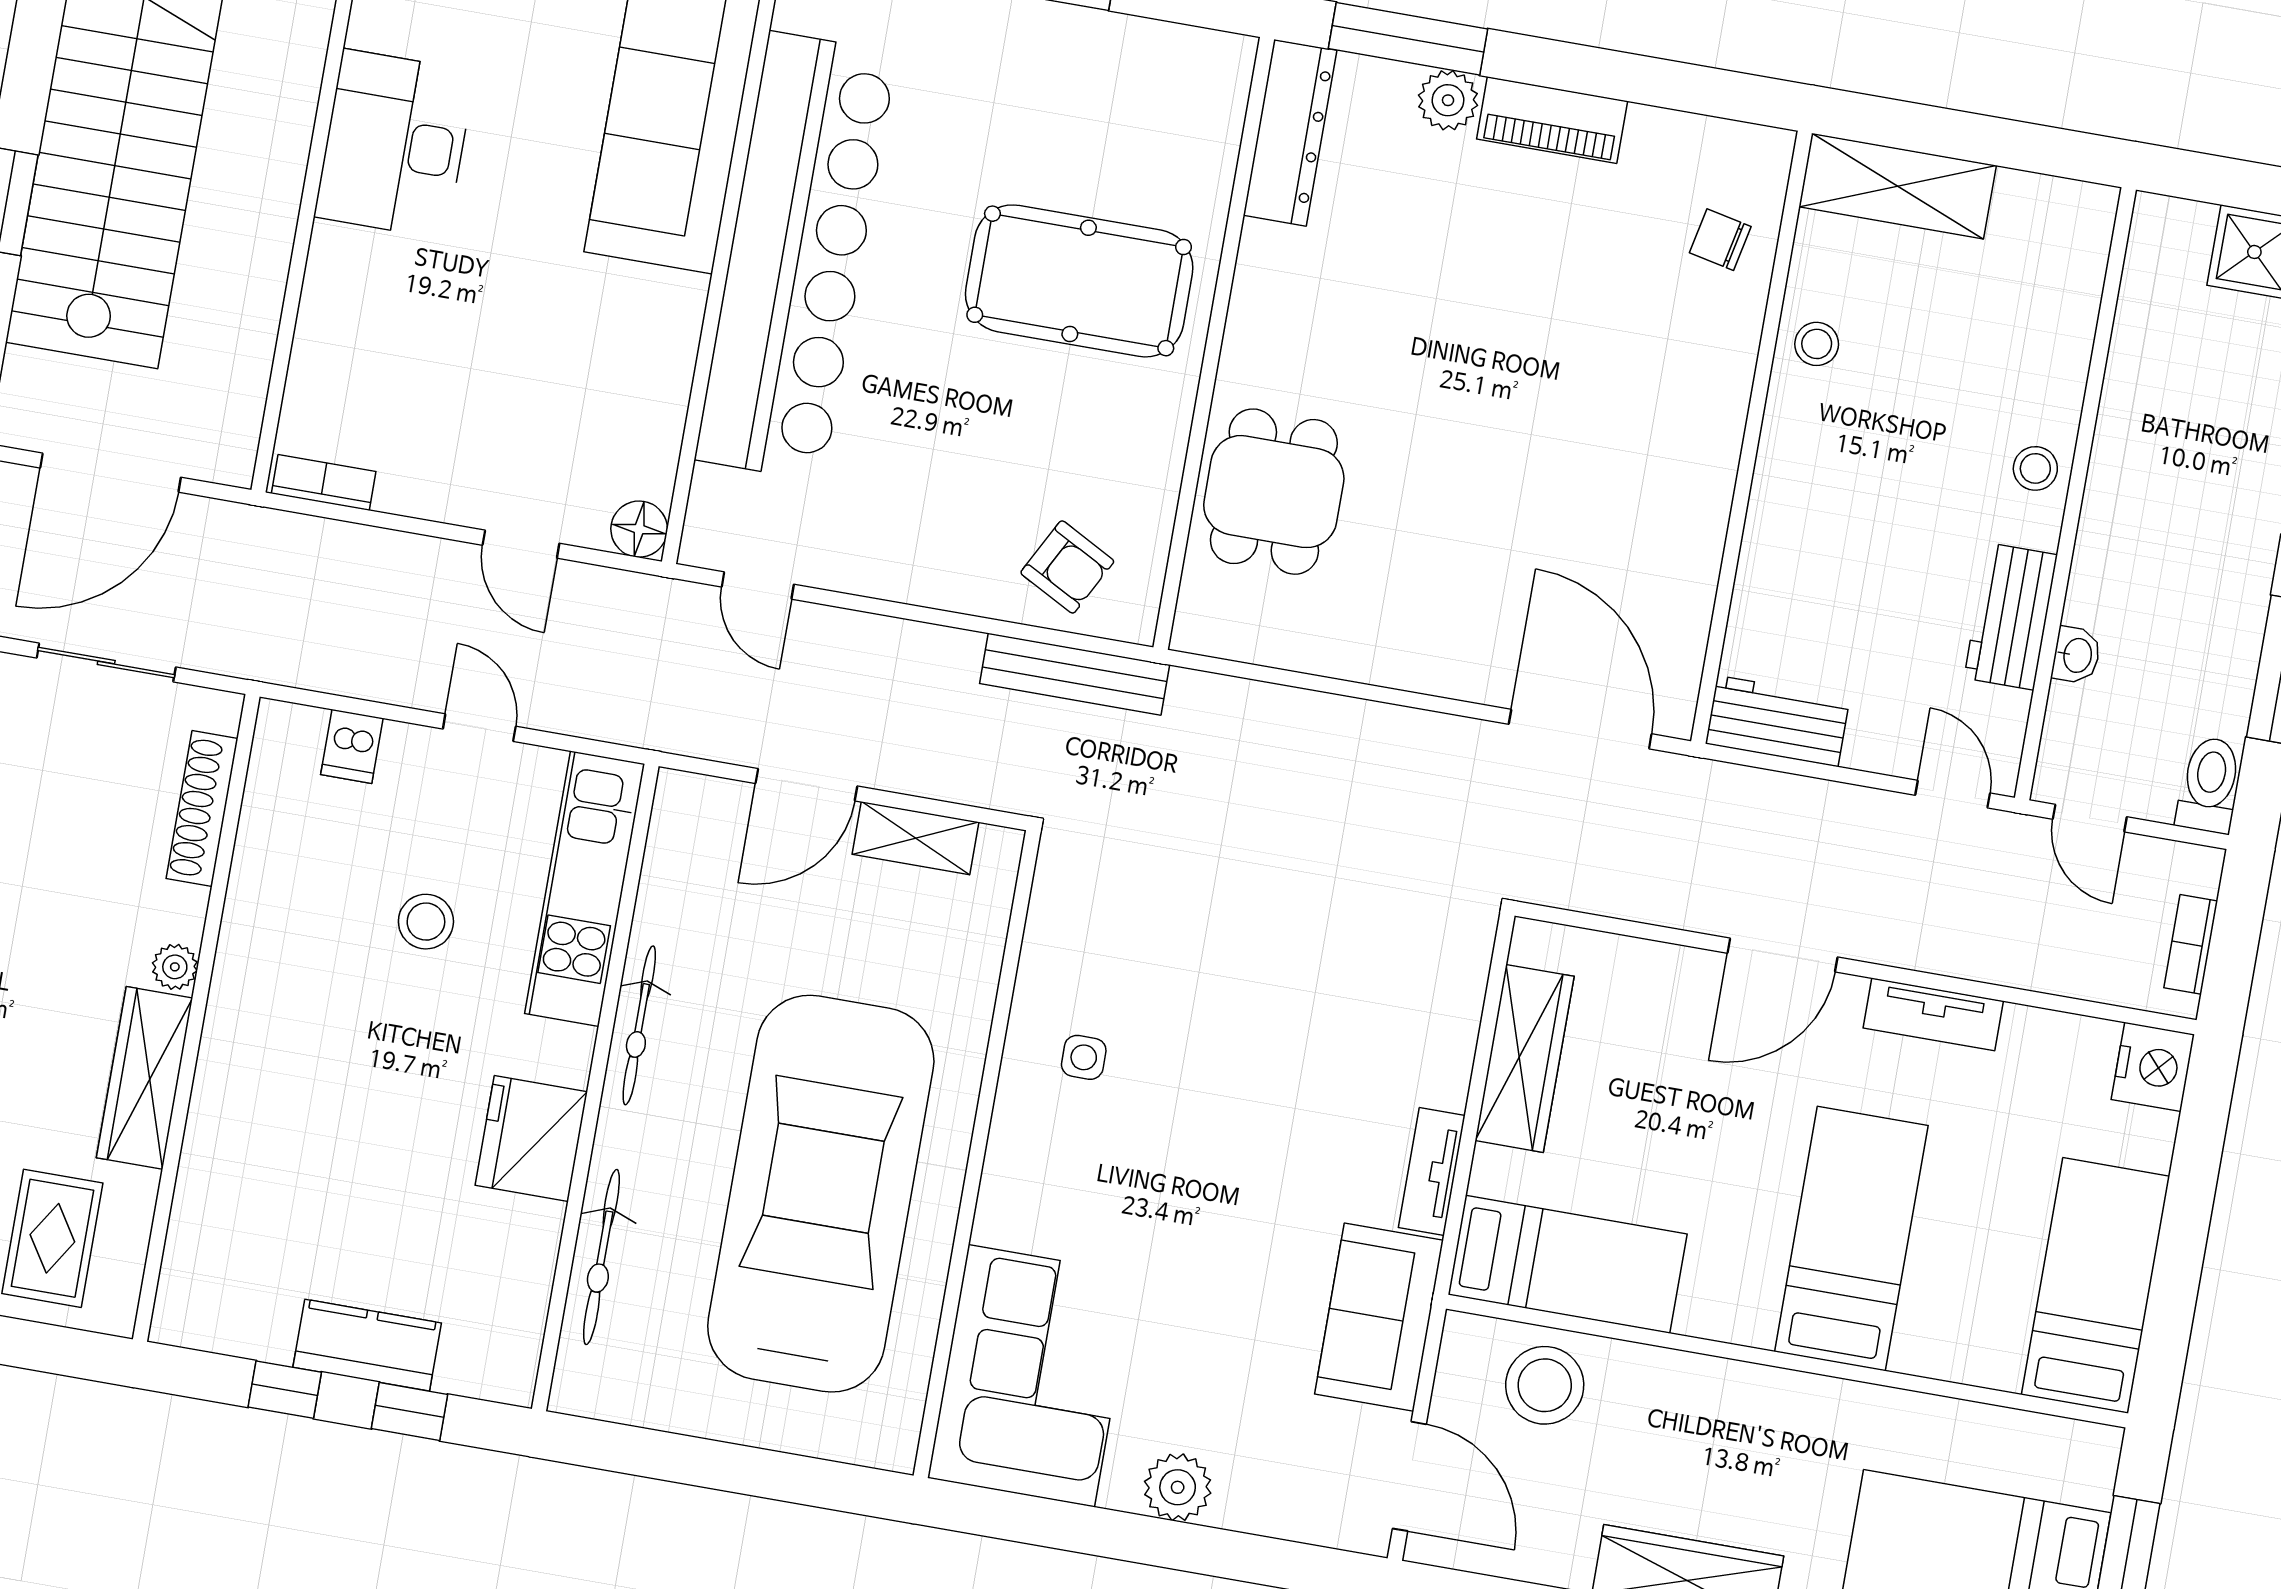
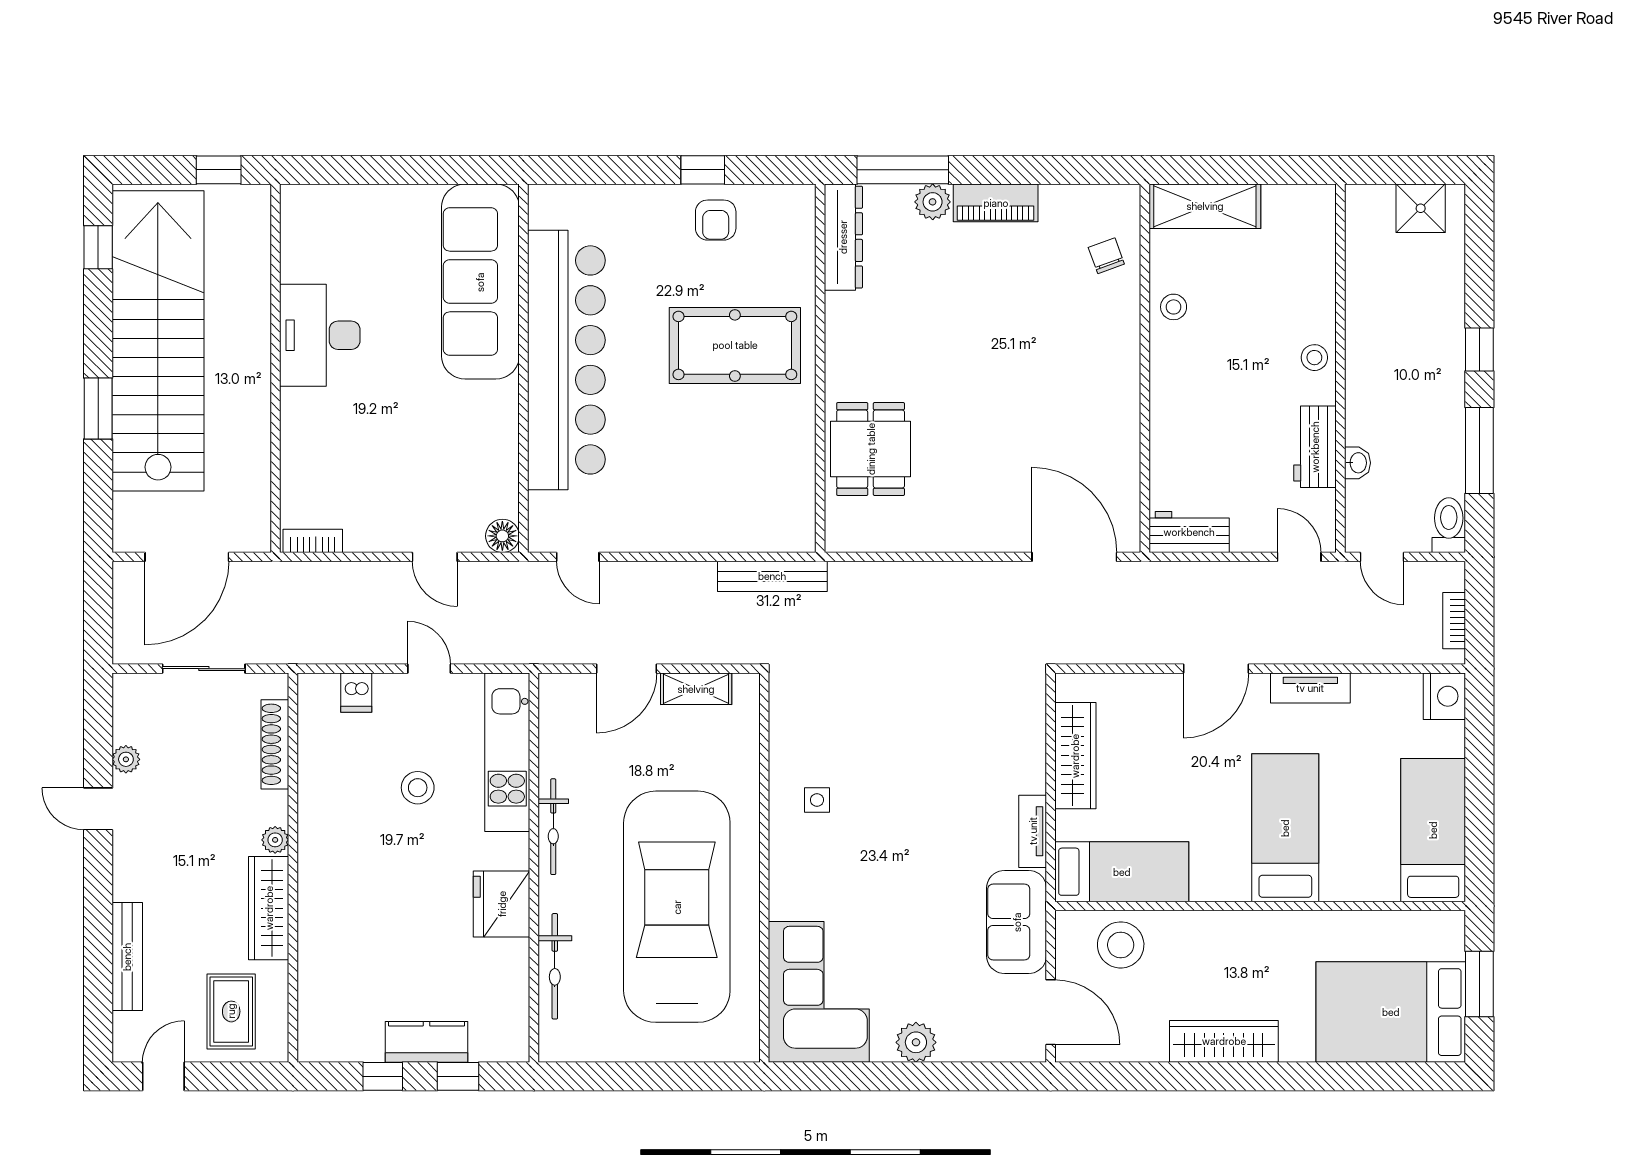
chair: (1720, 240) -> (1106, 256), turned 58
armchair: (1067, 567) -> (716, 220), moved, turned 62

